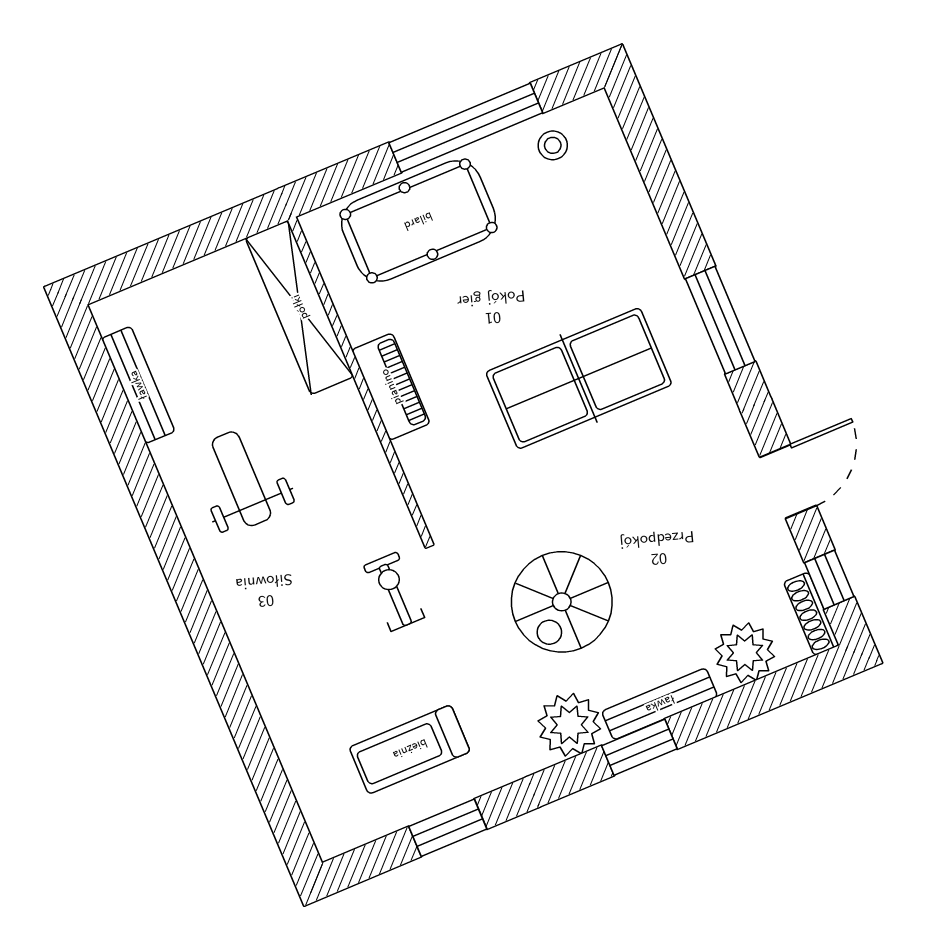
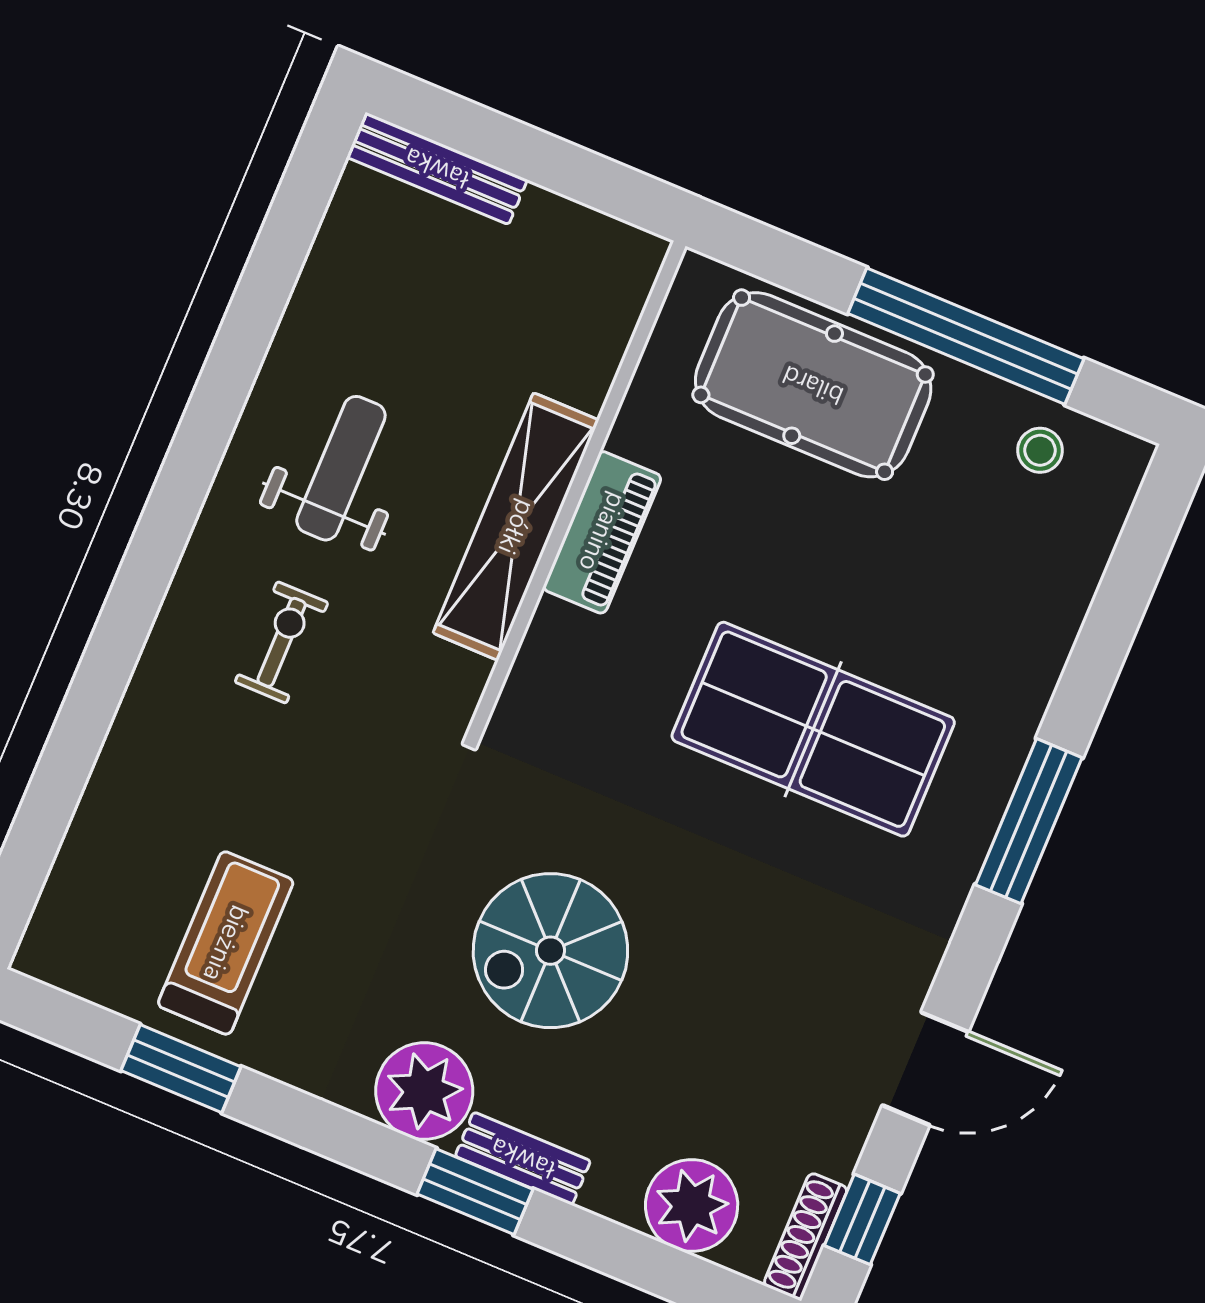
shelving: (300, 307) -> (516, 527), moved
bench: (138, 385) -> (437, 168), moved, turned 90
exercise bike: (394, 592) -> (282, 642), moved
bench: (660, 704) -> (523, 1158), width x0.73
treadmill: (410, 749) -> (226, 943), turned 90

